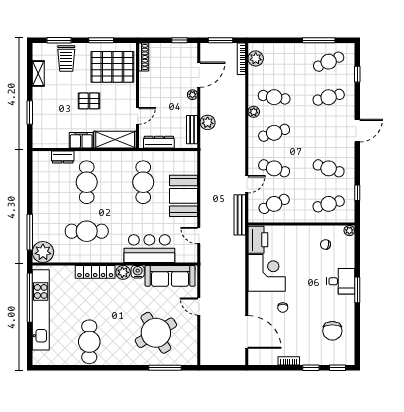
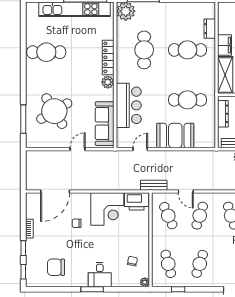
bench: (240, 215) -> (154, 185), width x0.73
water cooler: (138, 272) -> (108, 95), removed

